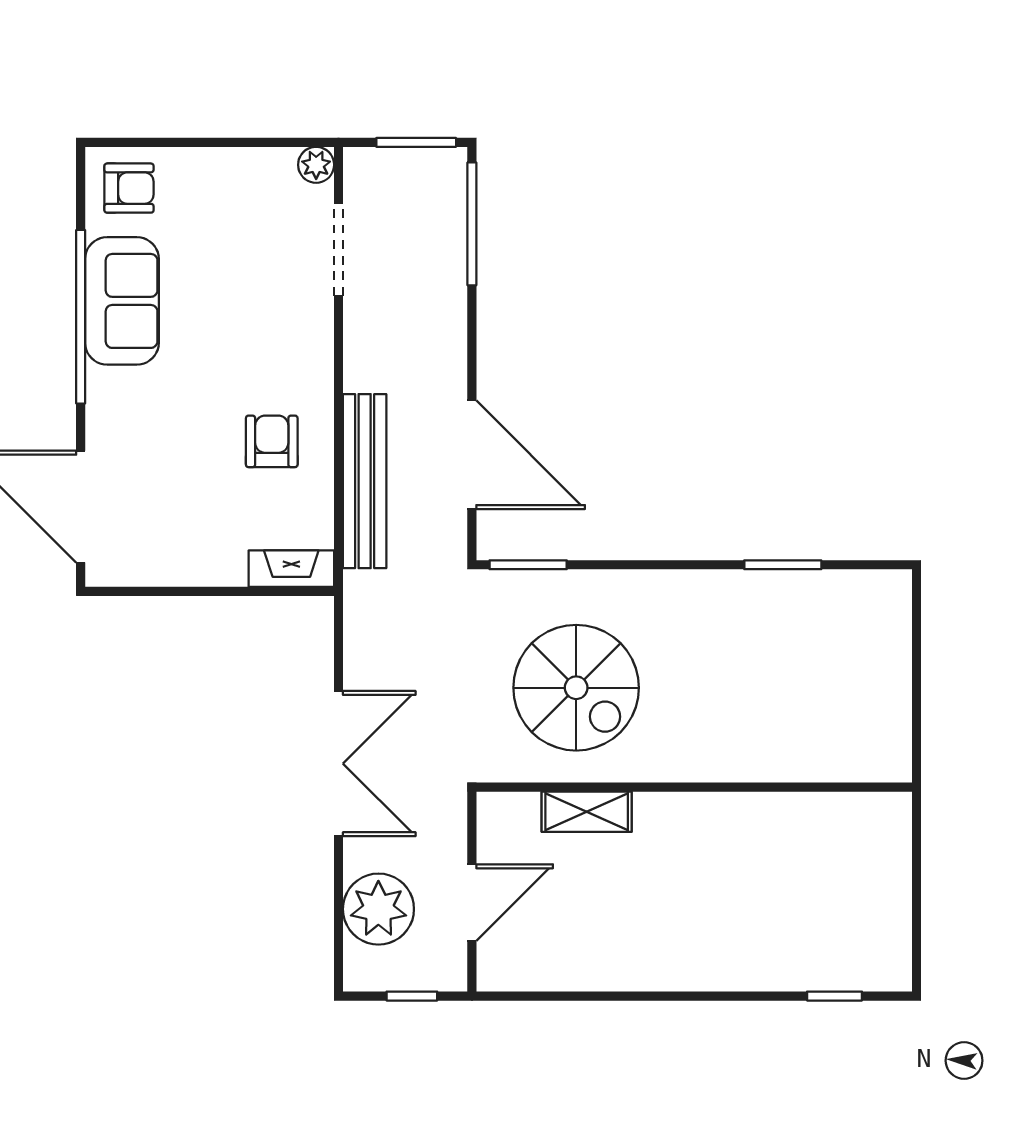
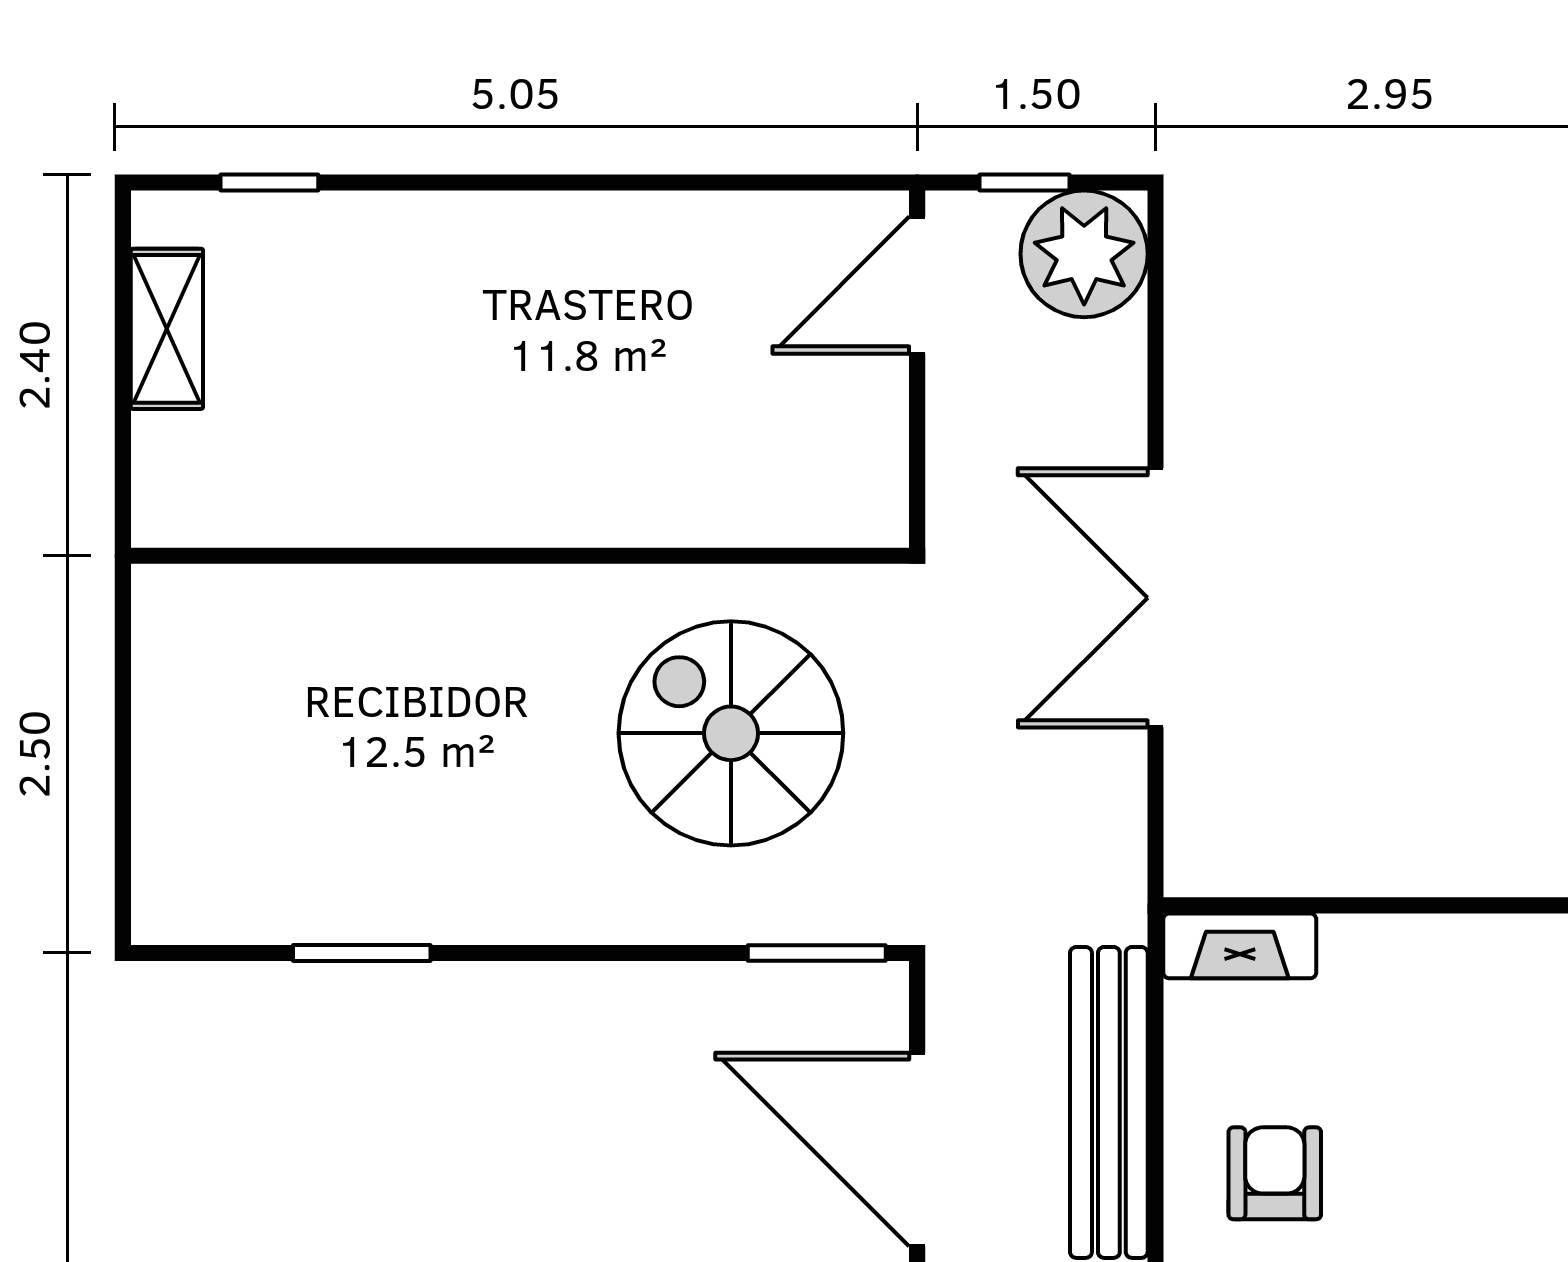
armchair: (272, 441) -> (1275, 1173), turned 180
shelving: (587, 812) -> (167, 329), moved, turned 90
door: (472, 903) -> (917, 285), moved
plant: (378, 909) -> (1084, 254), moved

